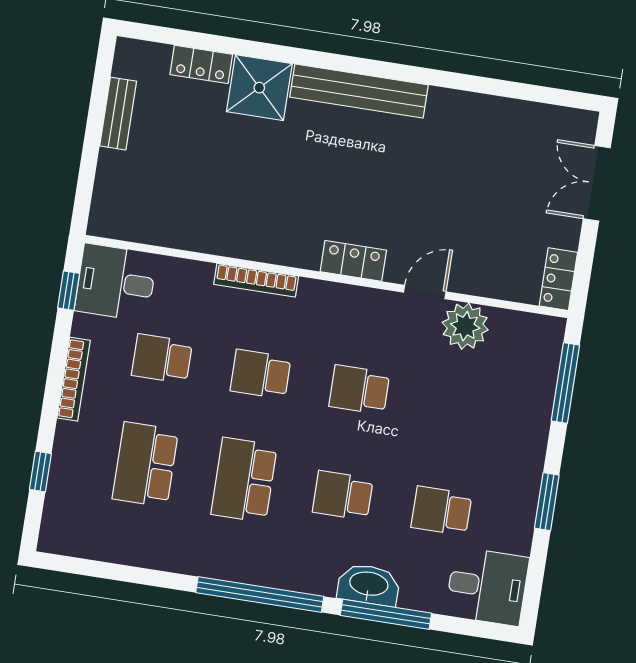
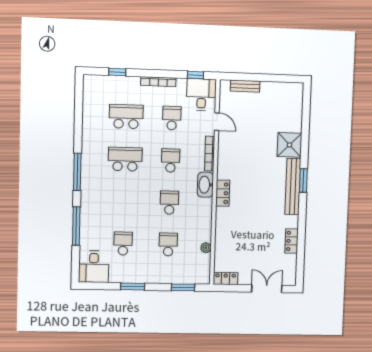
locker: (201, 64) -> (292, 241), moved
window: (348, 64) -> (303, 181), added
bench: (118, 114) -> (245, 86), moved
door: (425, 292) -> (217, 122), moved
plant: (465, 326) -> (206, 248), width x0.53, depth x0.53
window: (565, 383) -> (183, 287), width x0.69
school desk: (343, 495) -> (168, 244), moved
washbasin: (369, 585) -> (205, 185), moved, turned 180
window: (260, 595) -> (77, 172), width x0.68

